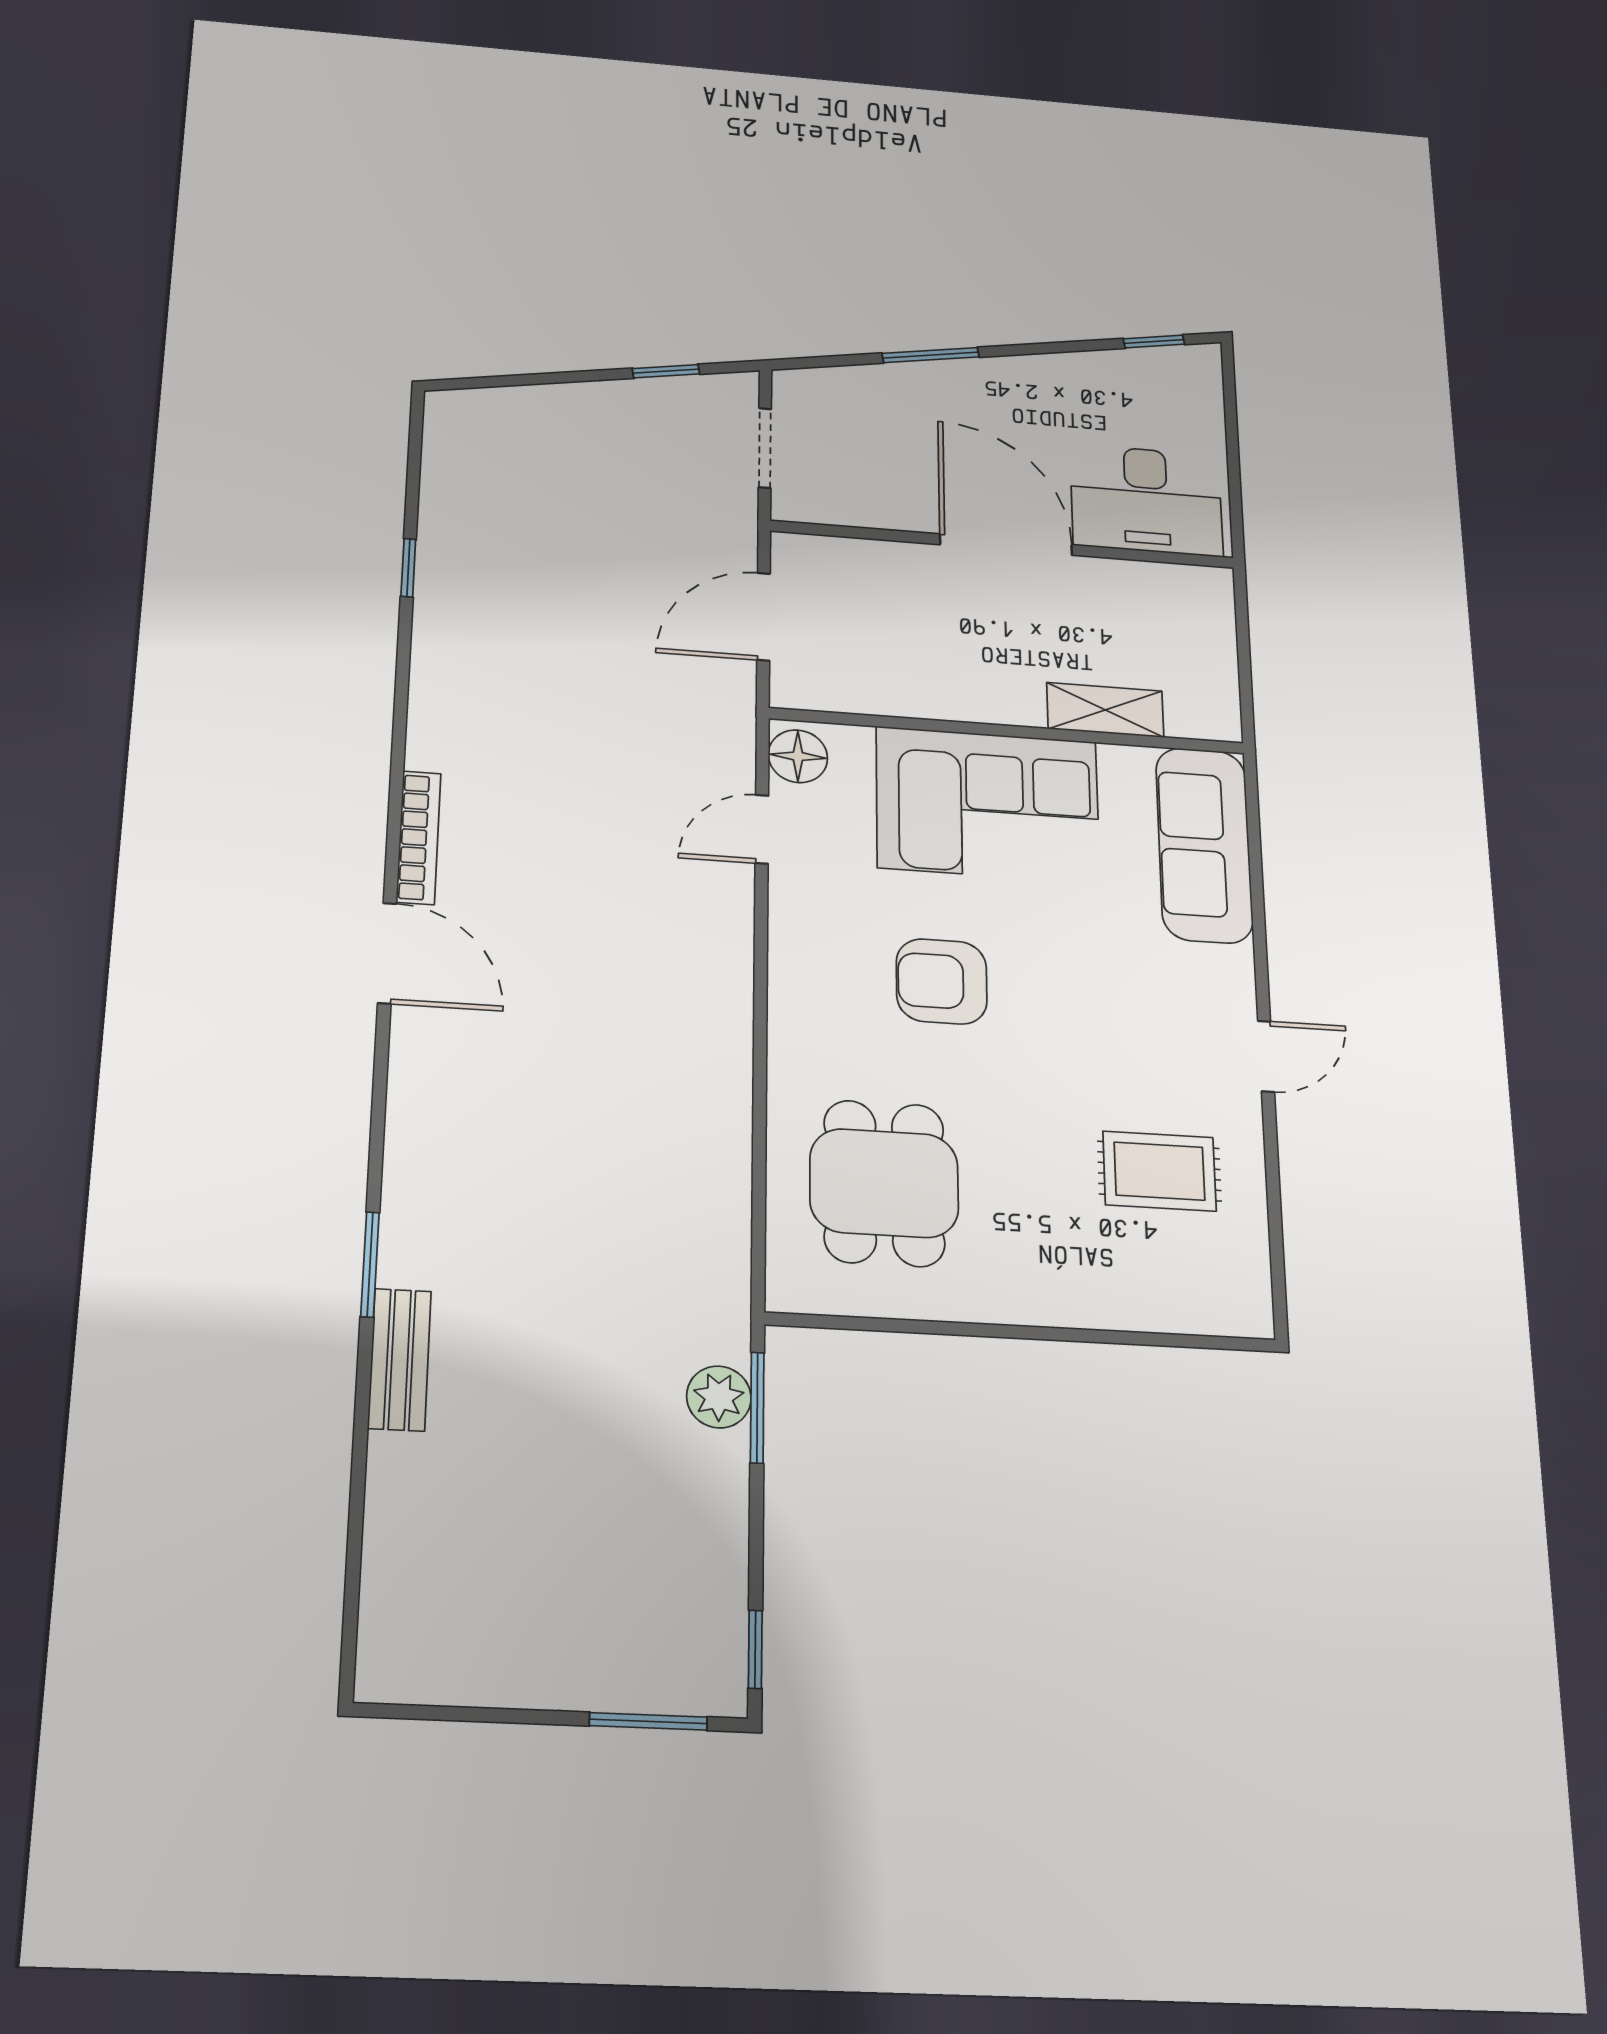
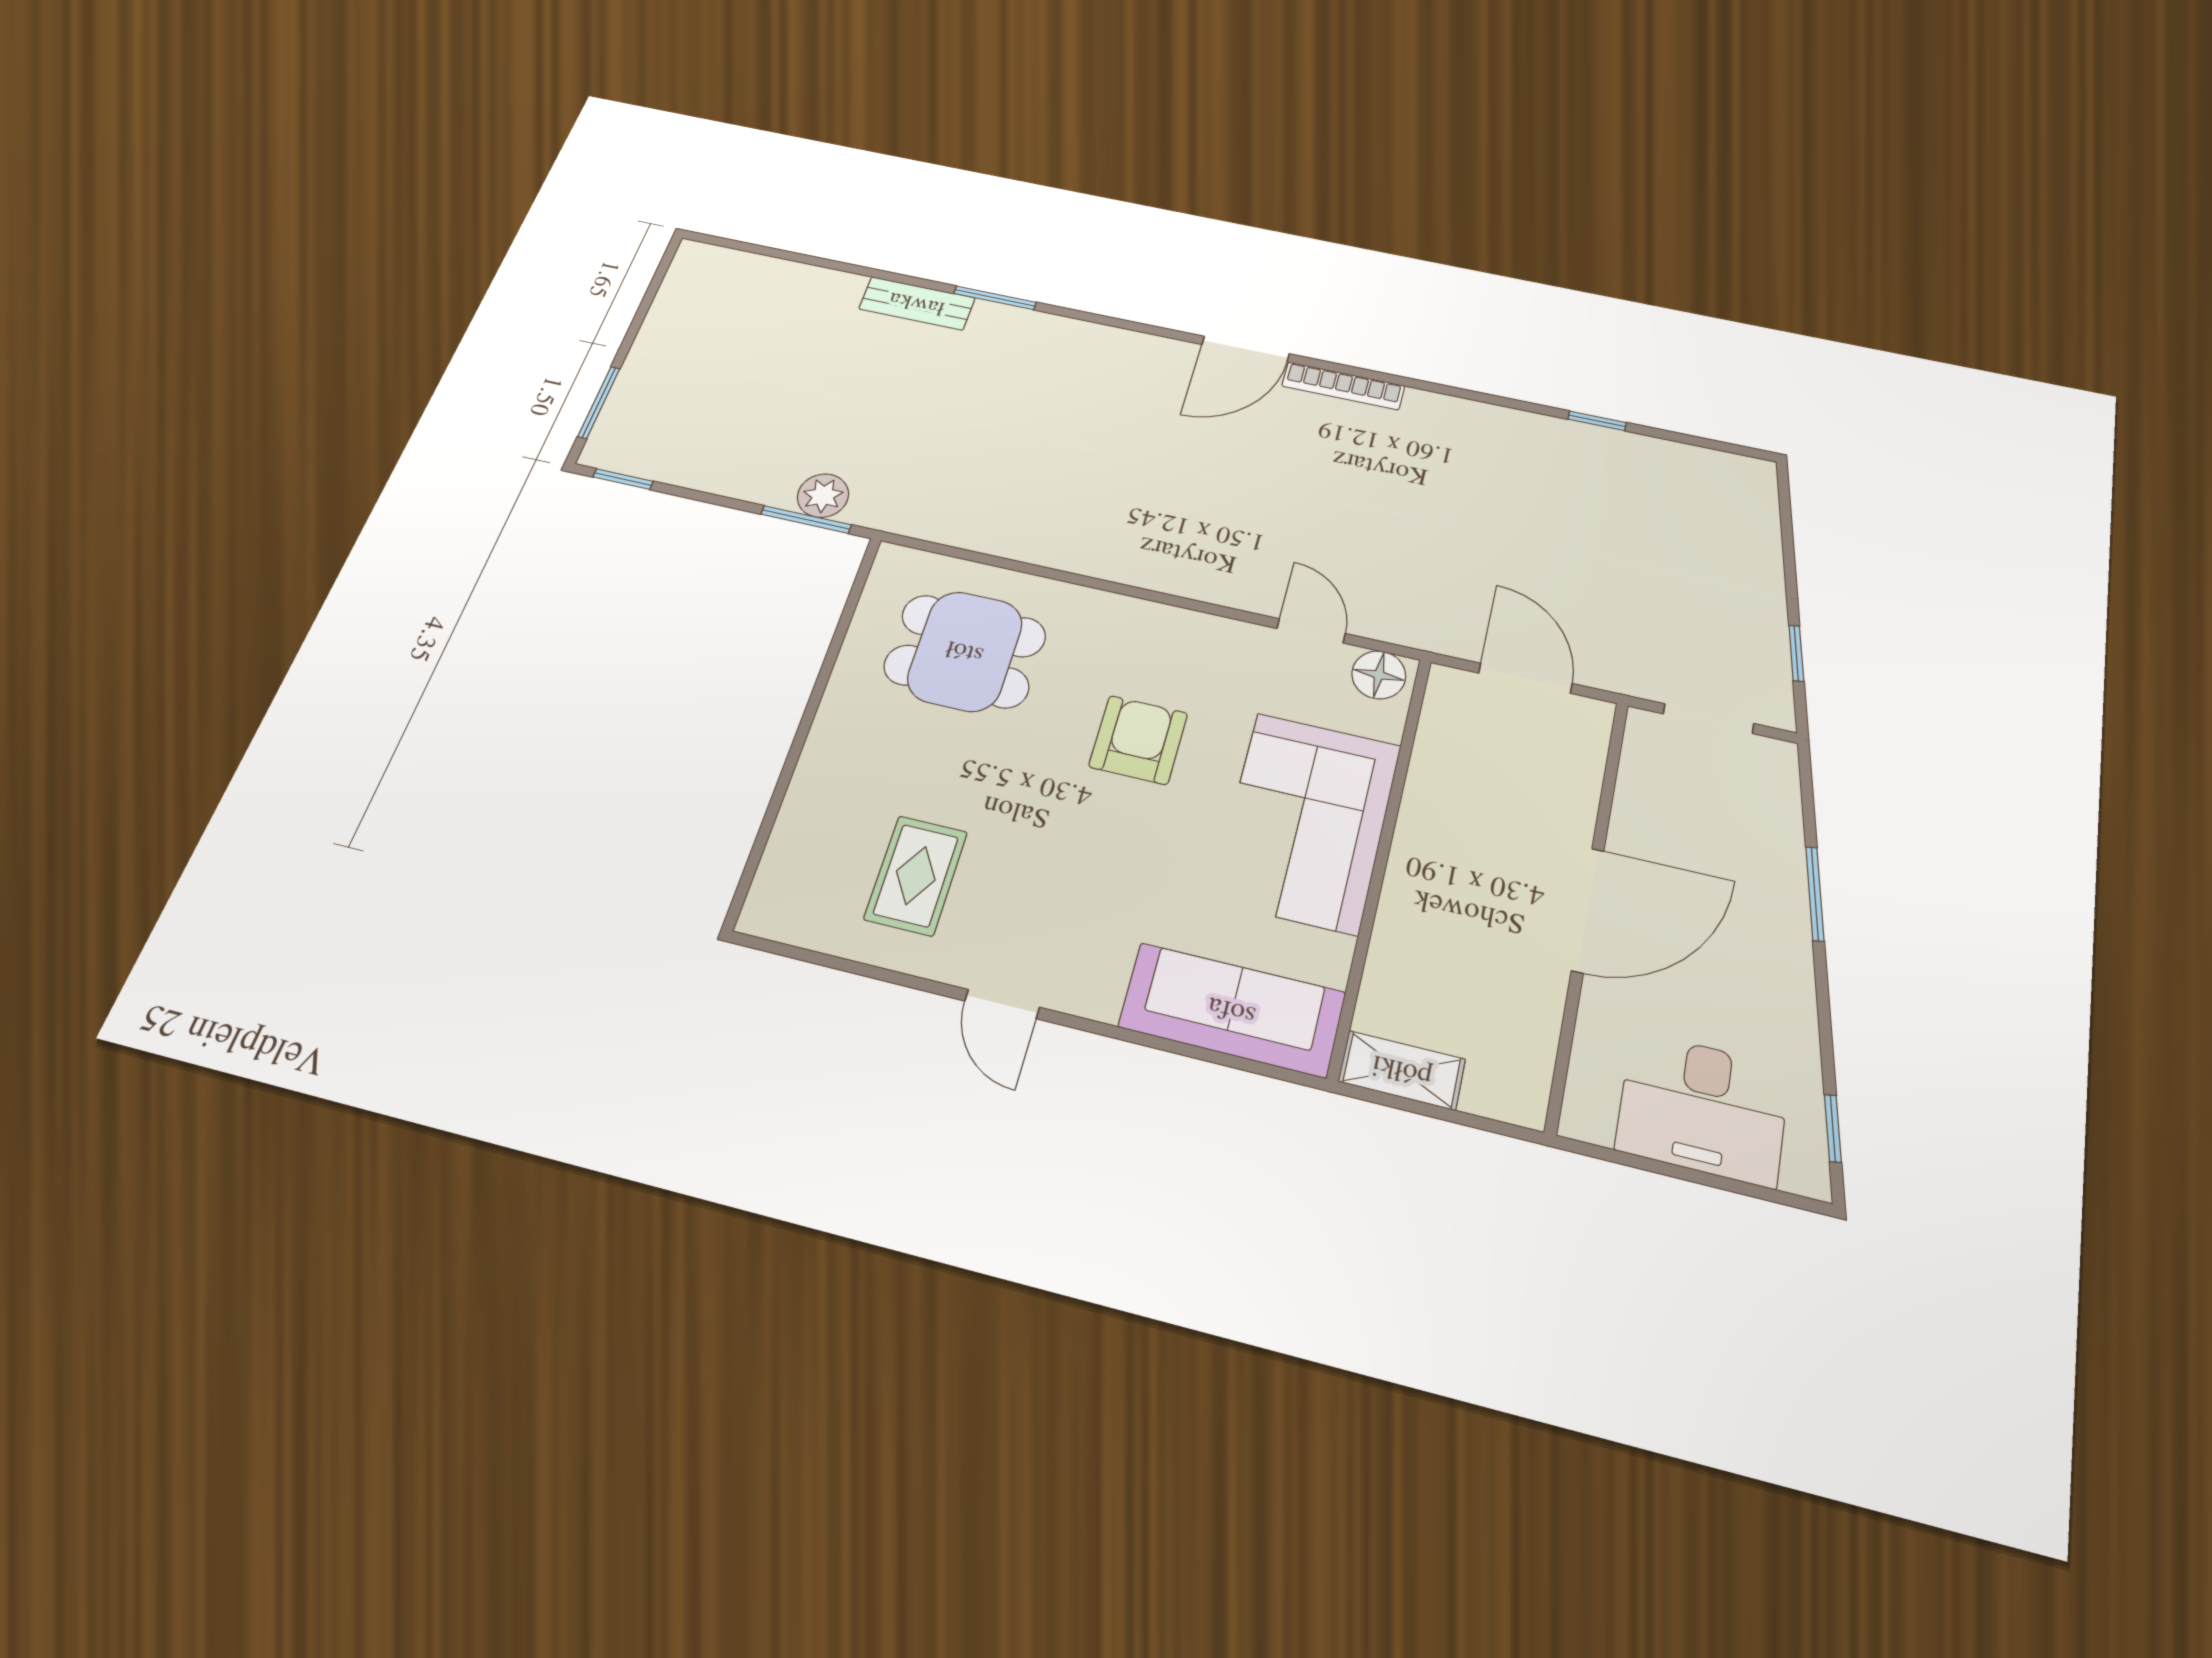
desk: (1146, 500) -> (1703, 1108), moved, turned -90
shelving: (1105, 710) -> (1402, 1070), moved, turned 90

